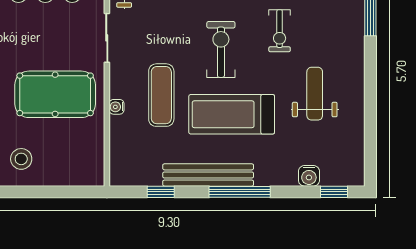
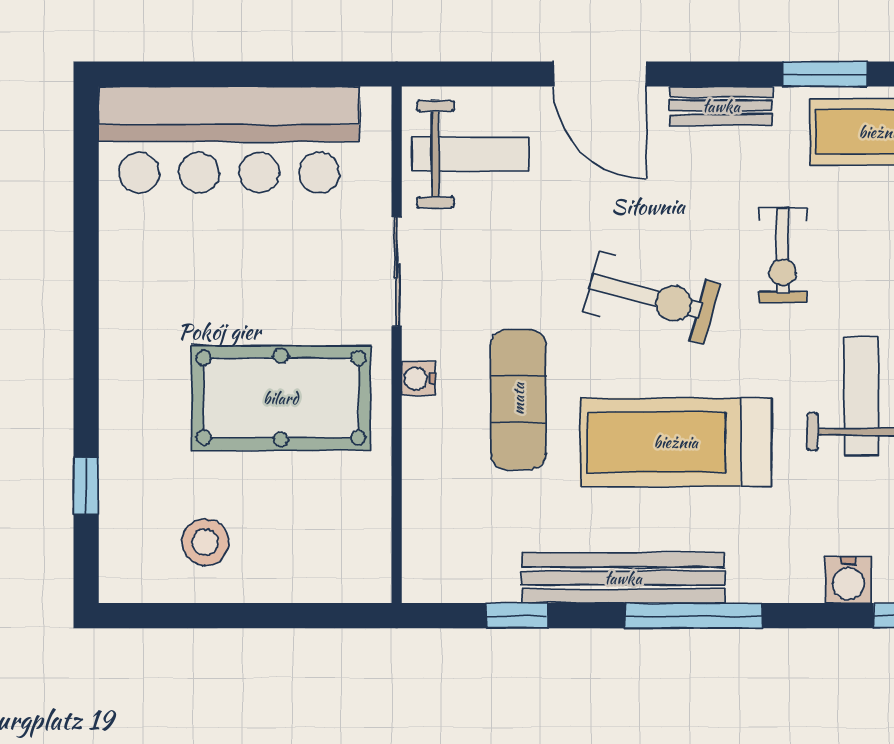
exercise bike: (221, 49) -> (652, 297), turned 105
water cooler: (117, 107) -> (418, 379), moved

